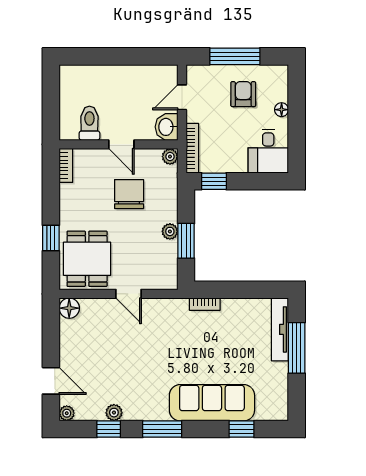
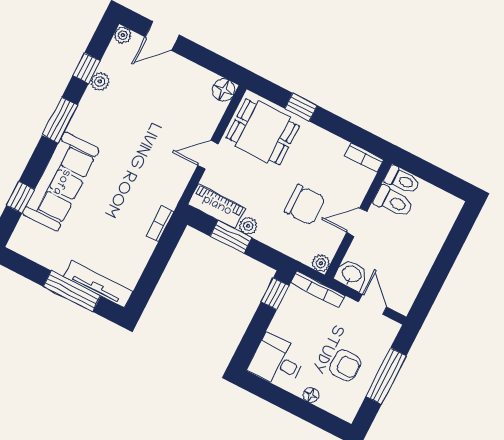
toilet: (68, 125) -> (402, 180), added
piano: (167, 265) -> (217, 206), added

